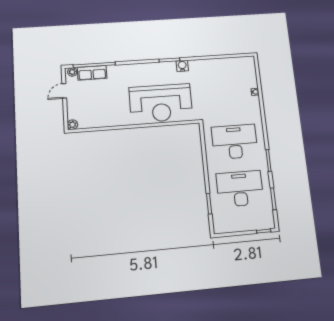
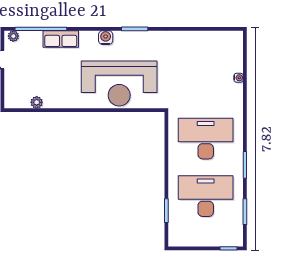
water cooler: (182, 66) -> (106, 38), moved
row of seats: (92, 73) -> (61, 39), moved
plant: (72, 125) -> (37, 102), moved

